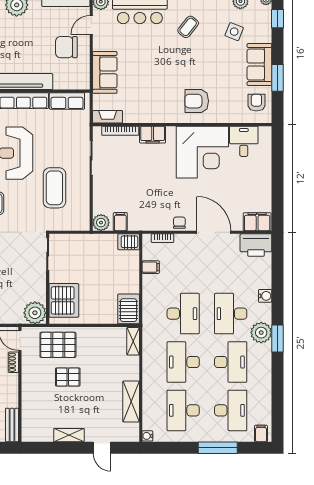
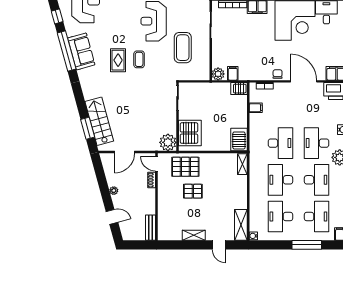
shelving: (131, 401) -> (241, 225), moved

